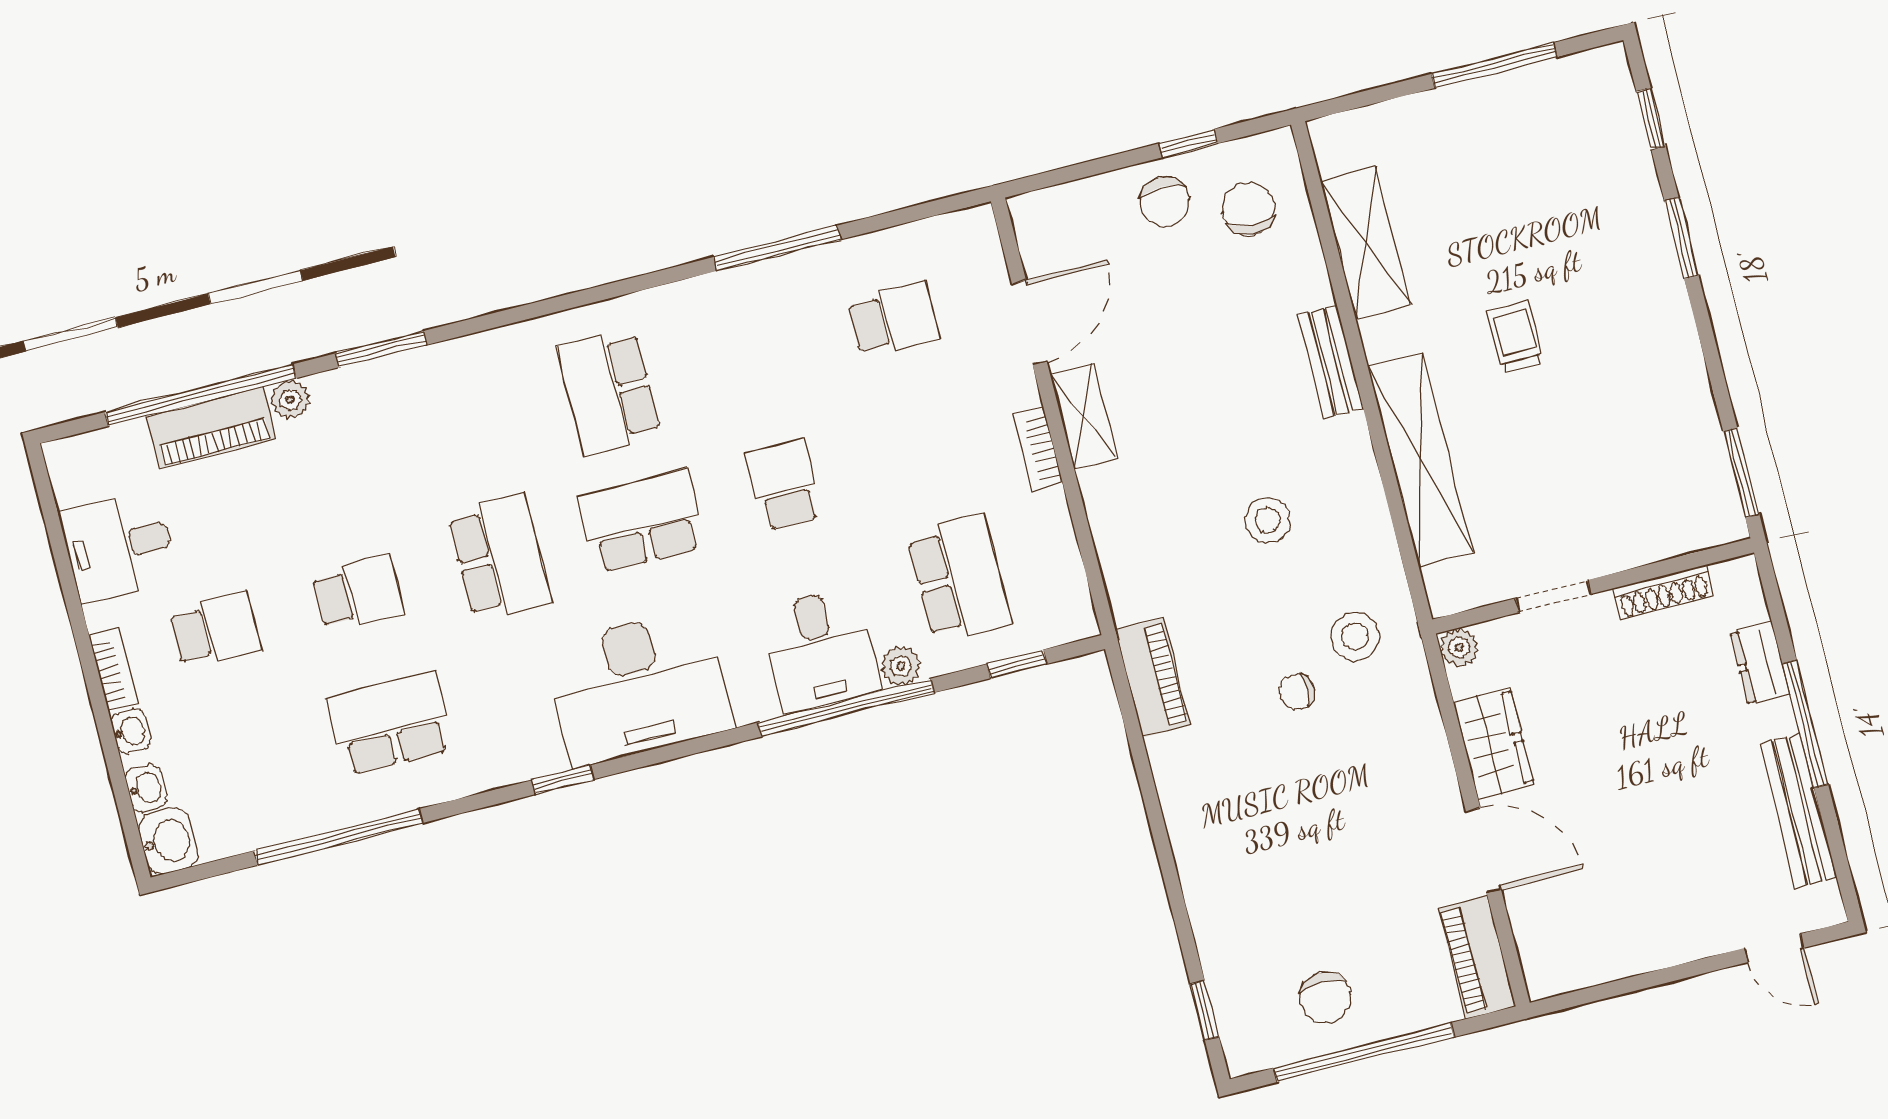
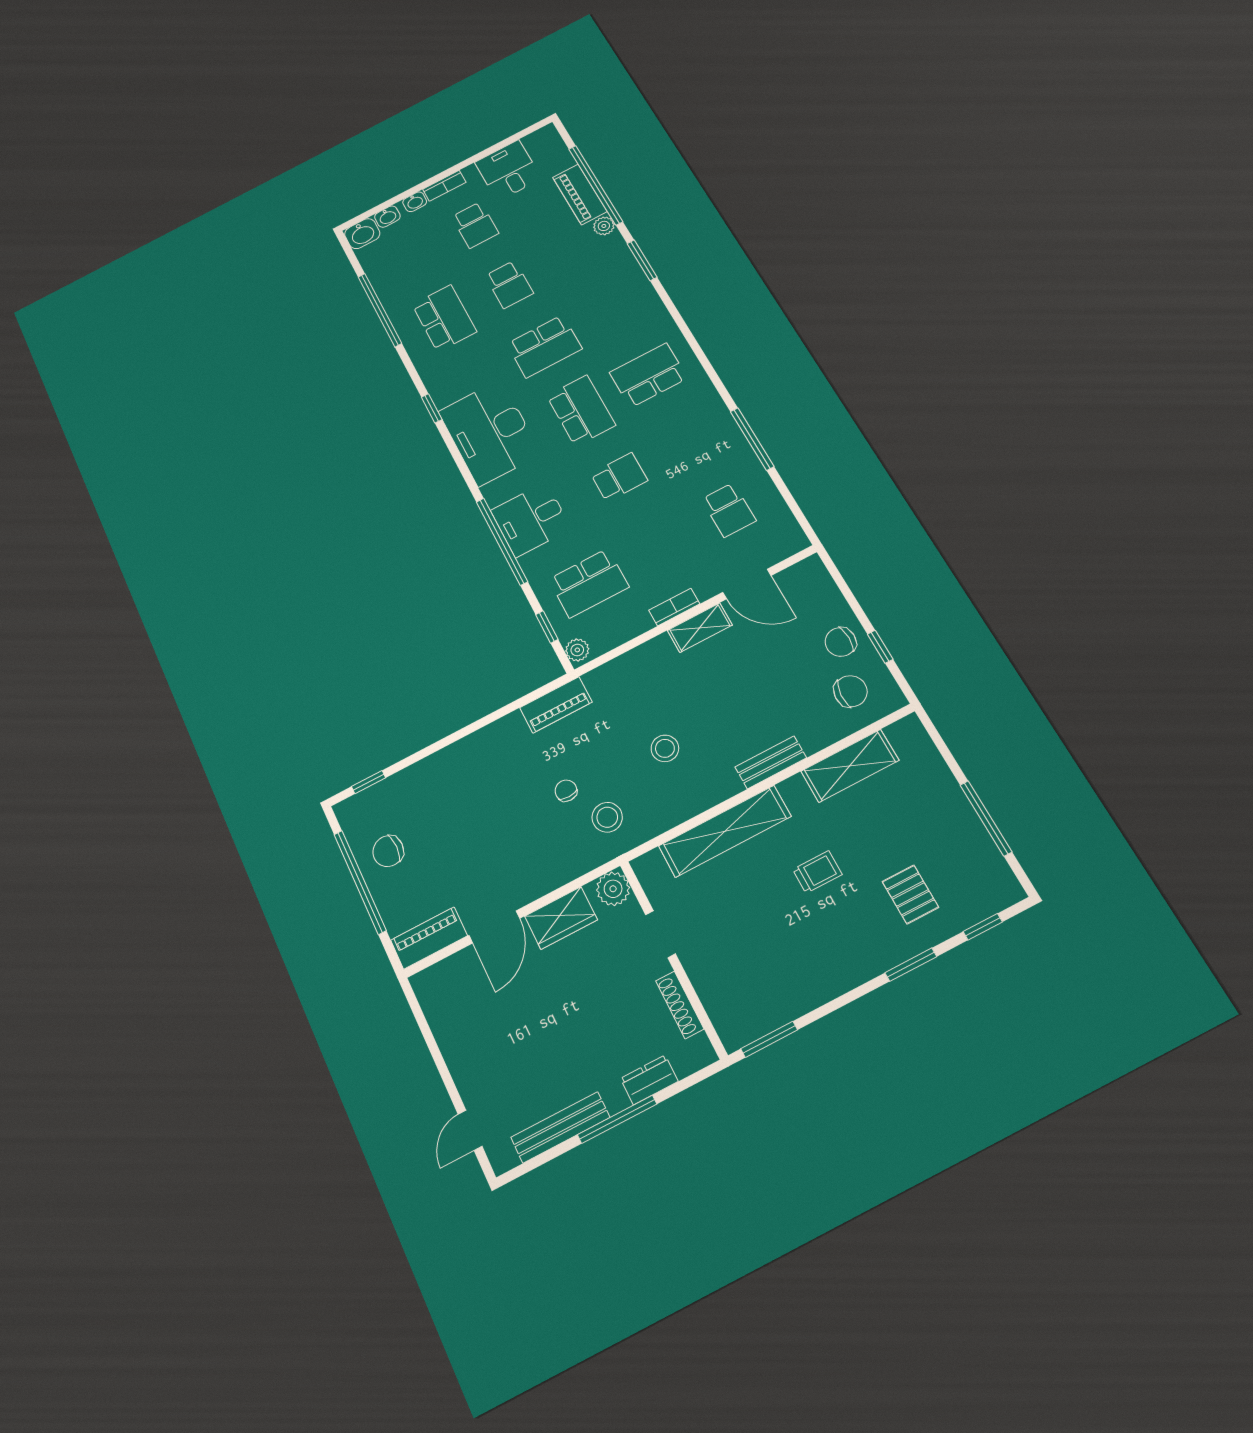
pallet: (1580, 209) -> (910, 894), added
plant: (1459, 648) -> (613, 889), width x1.38, depth x1.38
plant: (901, 666) -> (577, 650), moved

